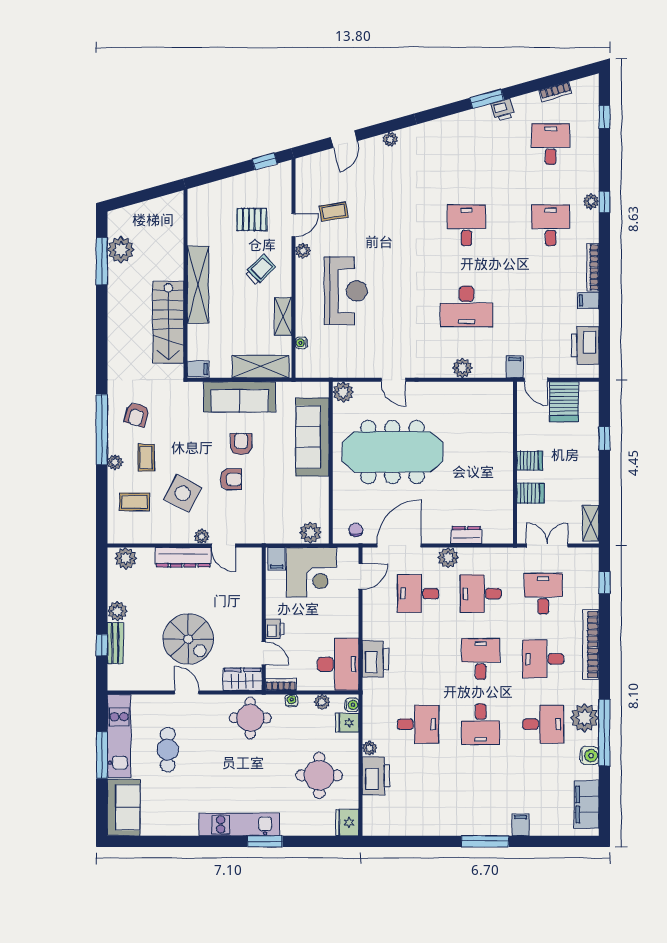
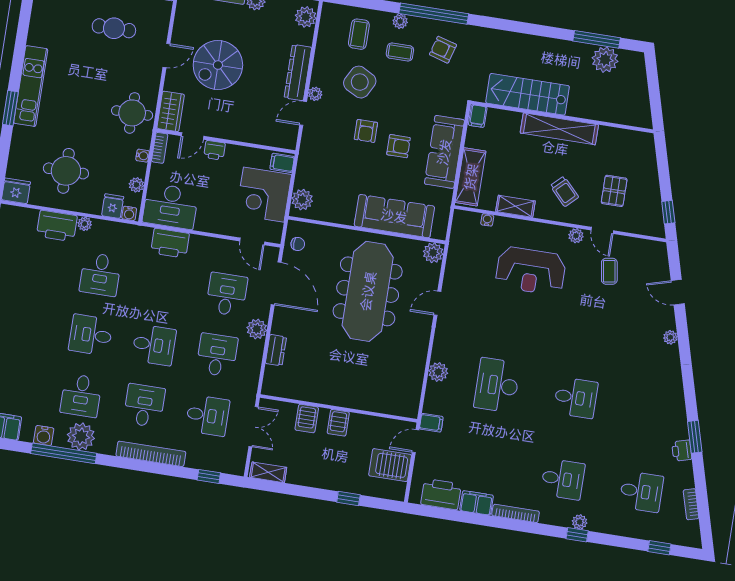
filing cabinet: (588, 300) -> (477, 503), width x2.00

